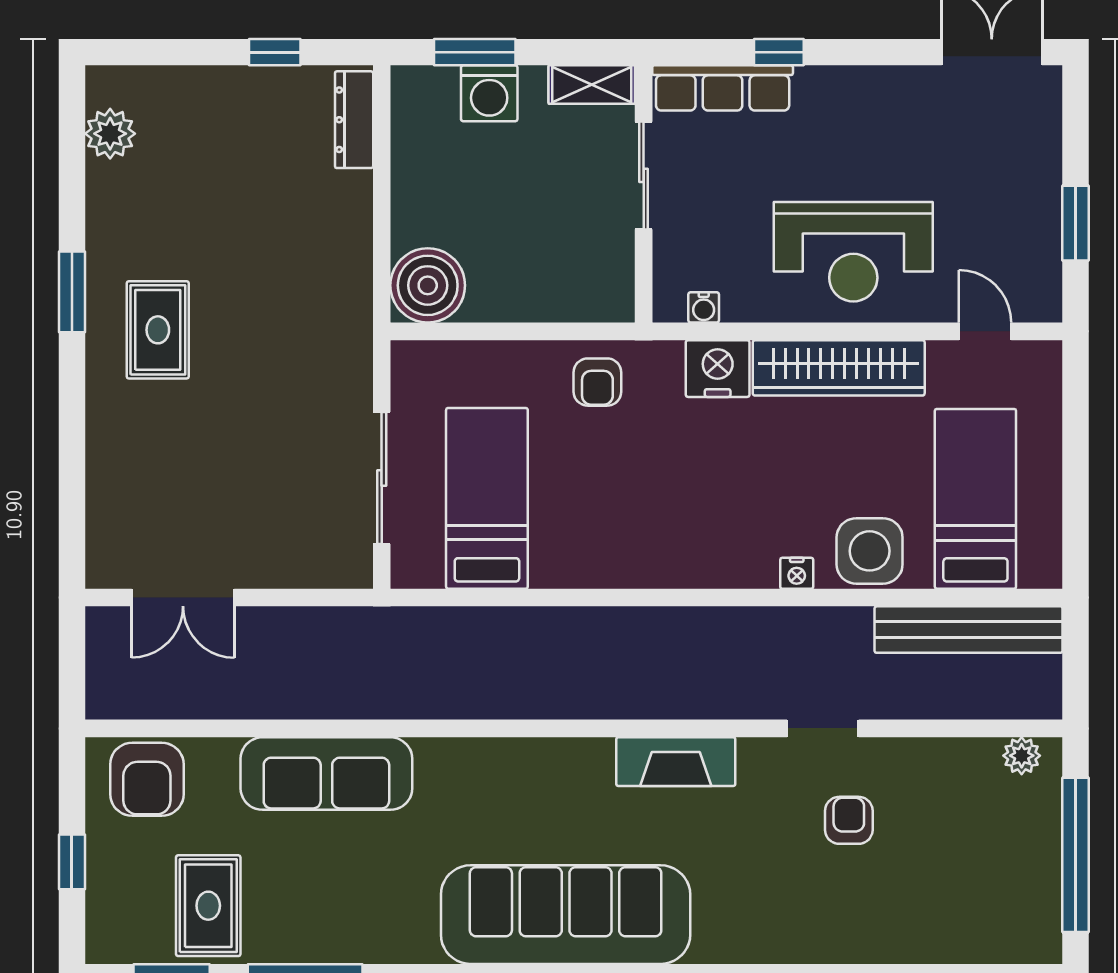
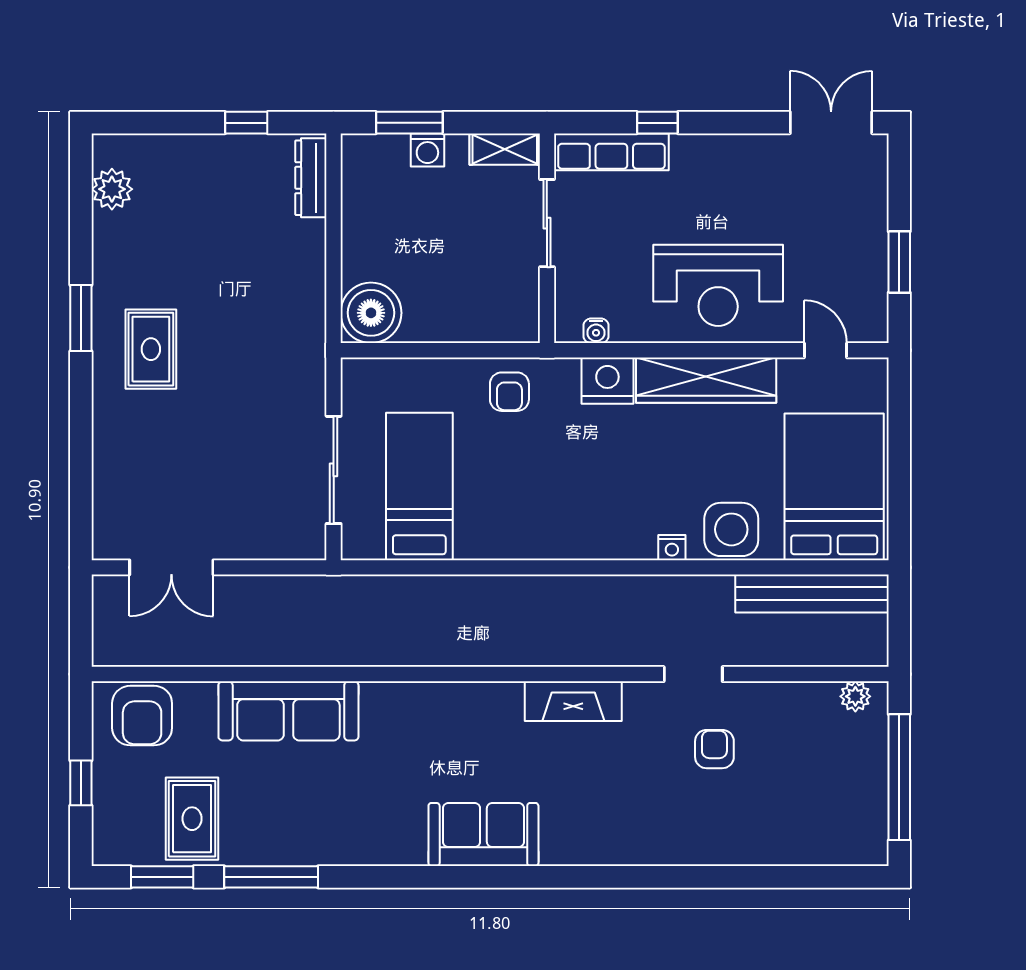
washing machine: (489, 93) -> (427, 150), width x0.73, depth x0.73
bed: (975, 499) -> (834, 487), width x1.50
sofa: (566, 915) -> (483, 835), width x0.54, depth x0.79

